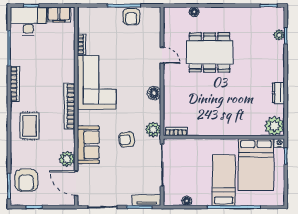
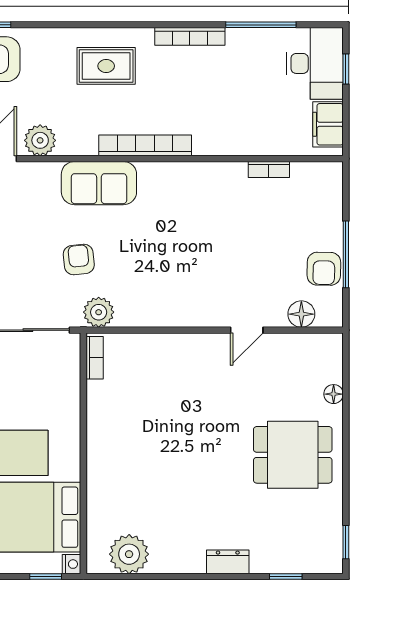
armchair: (131, 17) -> (324, 269), turned -89
plant: (279, 35) -> (287, 563), removed
dining table: (210, 52) -> (293, 455), moved, width x0.73
corner sofa: (97, 82) -> (192, 200), removed
floor lamp: (154, 93) -> (301, 314), moved
dresser: (278, 93) -> (228, 562), moved
plant: (274, 126) -> (129, 554), moved
sofa: (88, 145) -> (99, 183), moved

